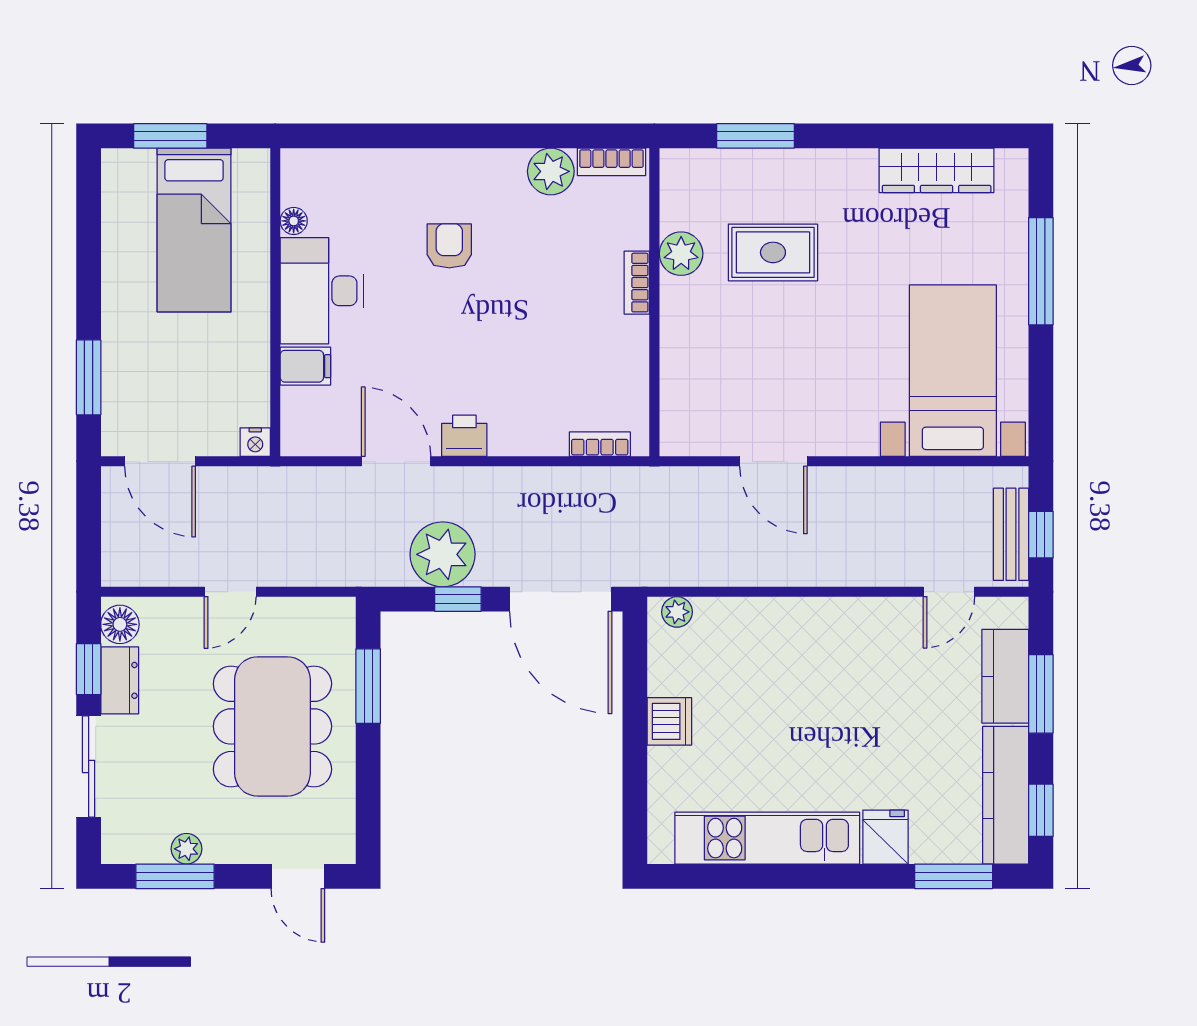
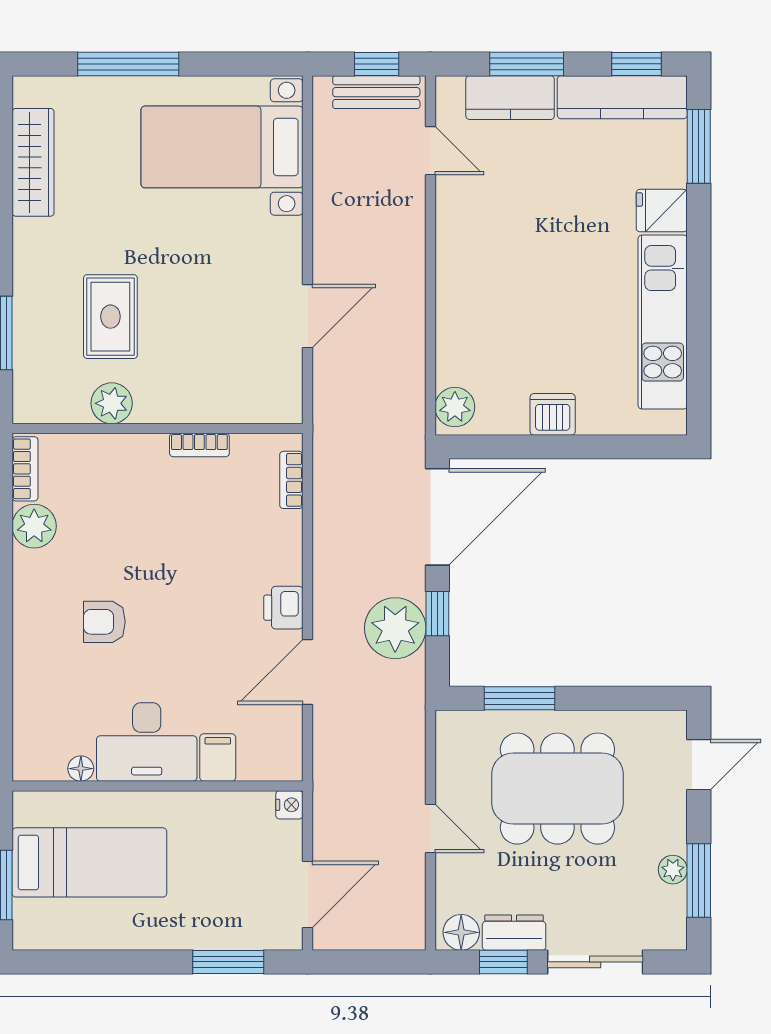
bookcase: (637, 283) -> (199, 445), moved
plant: (677, 612) -> (455, 407), width x1.38, depth x1.38

